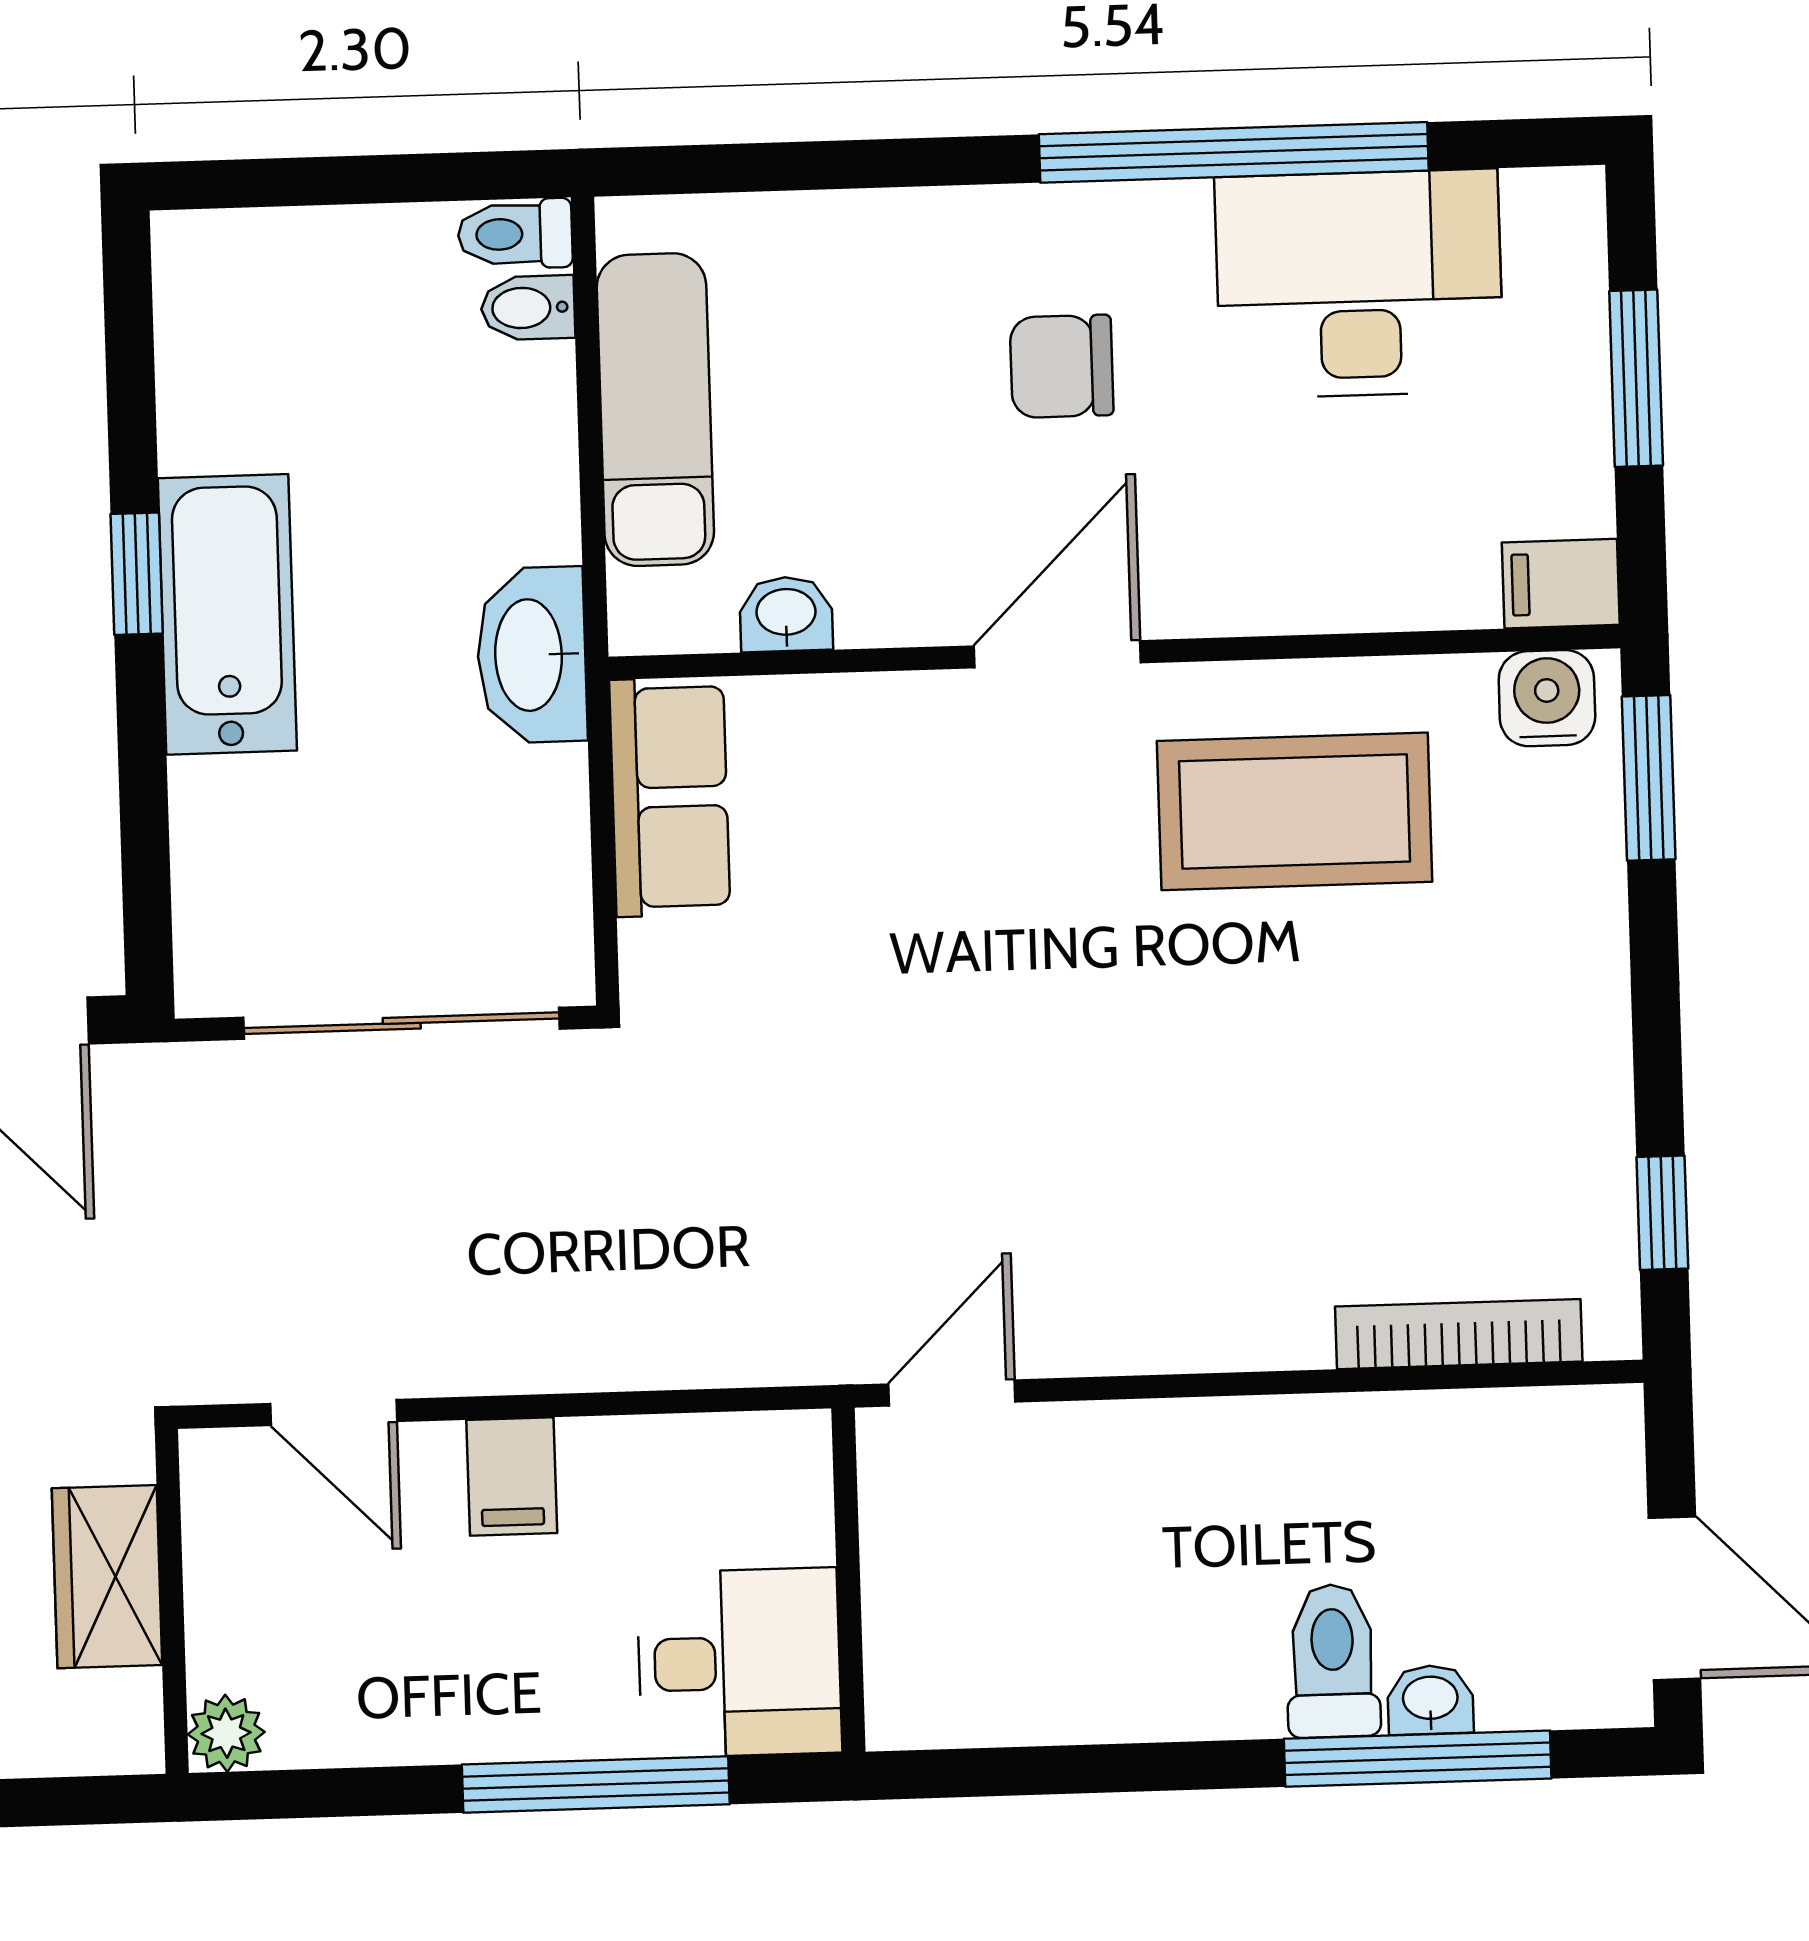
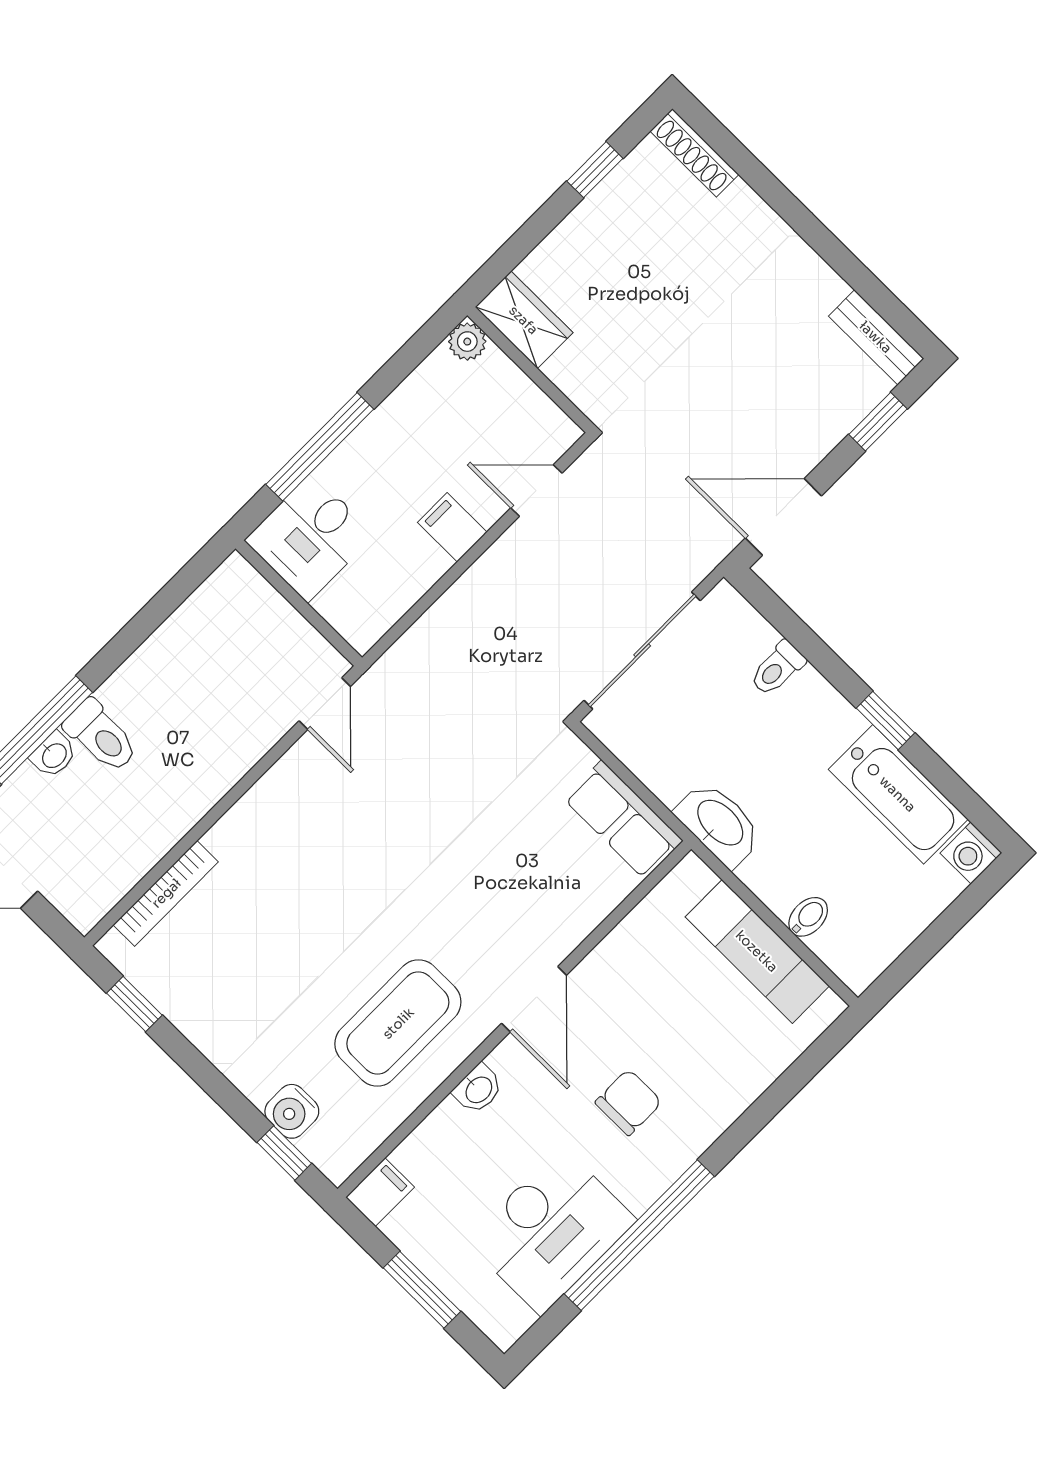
toilet: (515, 234) -> (777, 668), moved, turned 180
washing machine: (196, 255) -> (971, 853), added
bidet: (528, 308) -> (808, 917), moved
bathtub: (227, 614) -> (898, 794), moved
washbasin: (786, 614) -> (478, 1089), moved
water cooler: (1547, 698) -> (292, 1111), moved, turned 90
window: (1649, 778) -> (284, 1153), width x0.67
wardrobe: (107, 1577) -> (524, 320), moved

